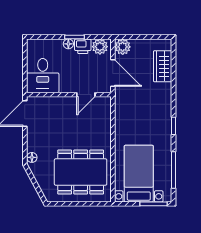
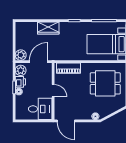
wardrobe: (163, 66) -> (48, 28), moved
door: (86, 95) -> (53, 91), moved
piano: (103, 118) -> (69, 68), added
dining table: (81, 172) -> (105, 83), width x0.73

